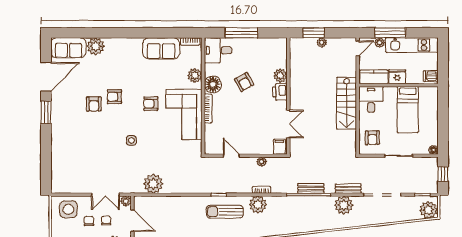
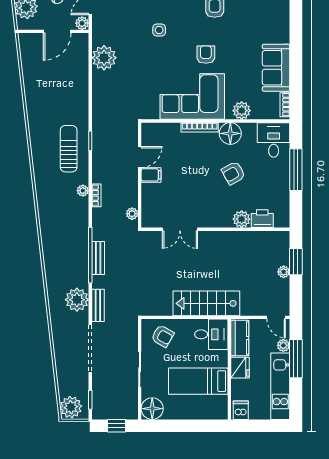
printer: (280, 92) -> (262, 219), moved
armchair: (372, 138) -> (163, 336), turned -150
filing cabinet: (279, 147) -> (151, 175), moved
floor lamp: (433, 150) -> (152, 409), width x1.89, depth x1.89
plant: (262, 162) -> (132, 214), moved
plant: (258, 205) -> (83, 191), width x0.53, depth x0.53

